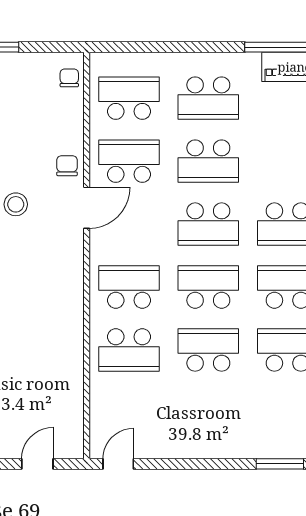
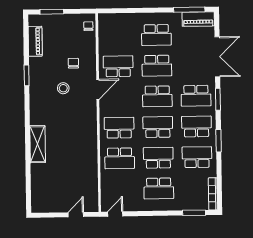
school desk: (129, 98) -> (159, 188), moved, turned 180
chair: (67, 166) -> (73, 63), moved

